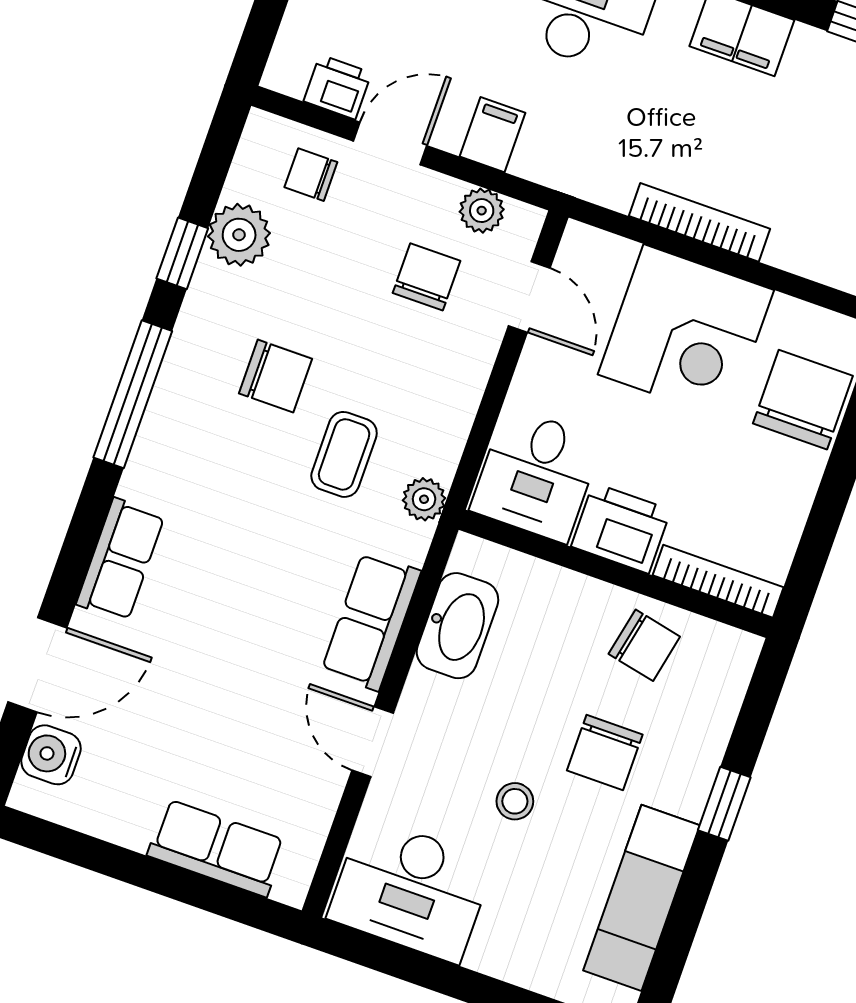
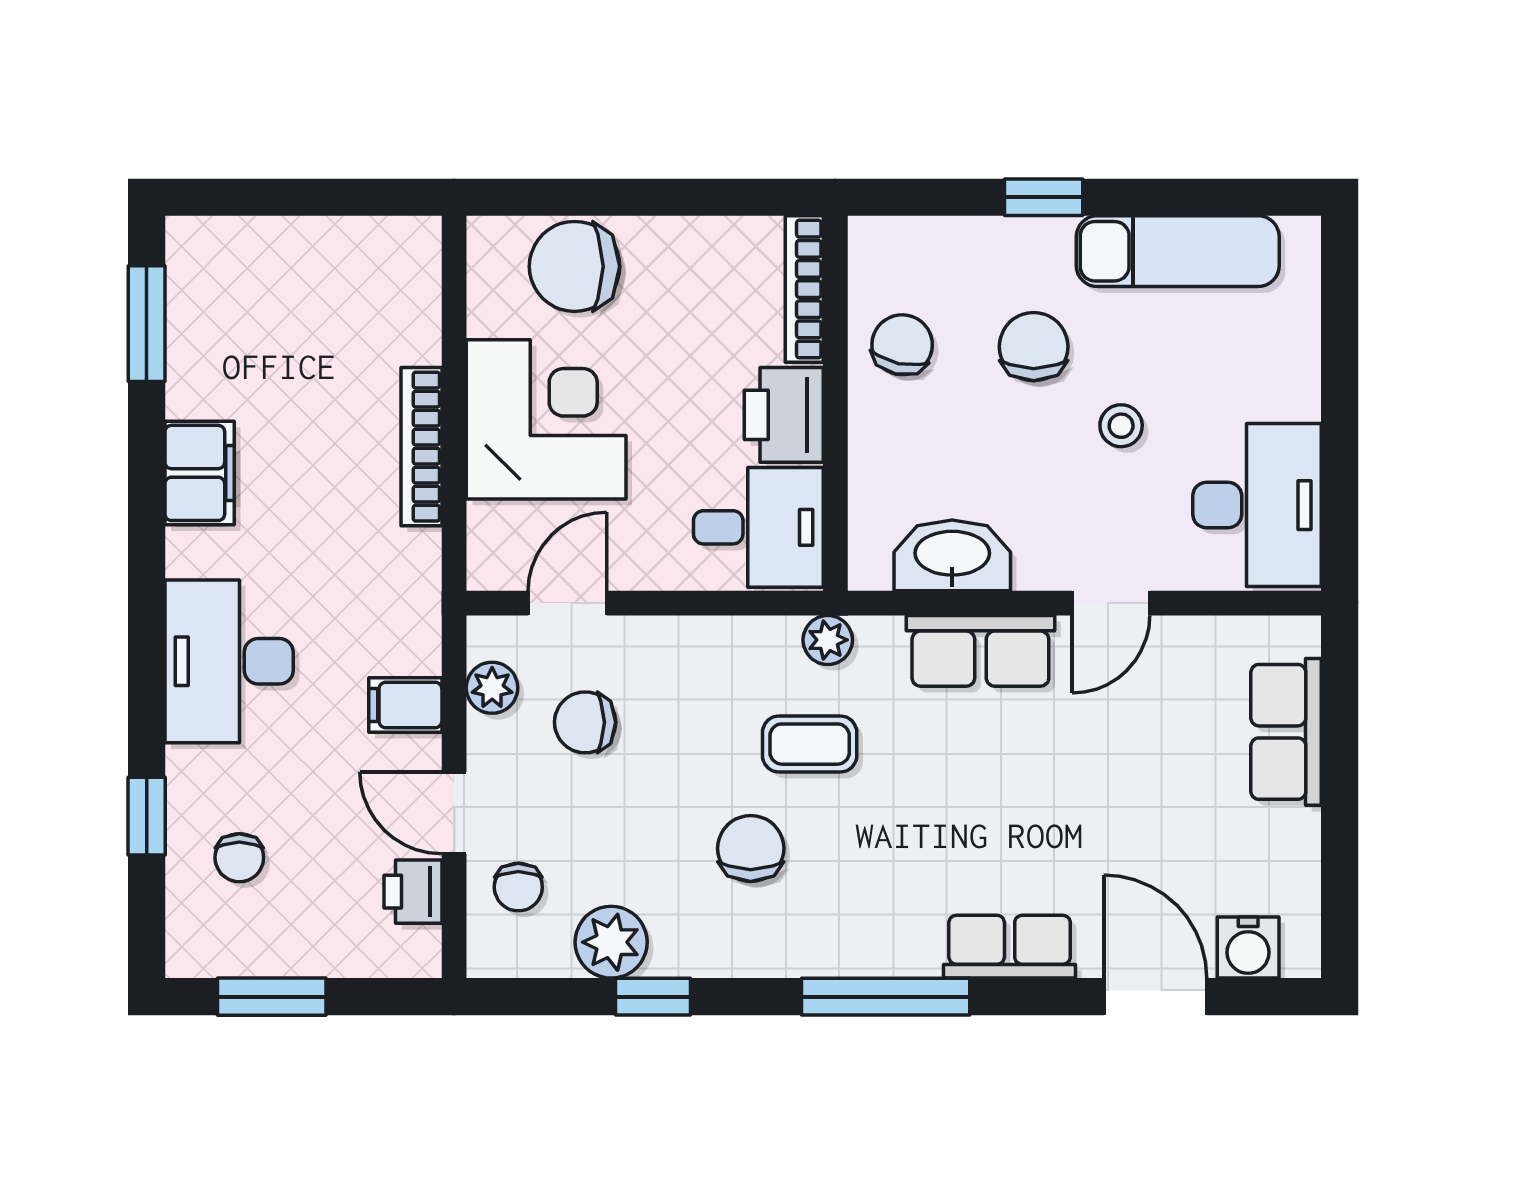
window: (133, 394) -> (886, 997), moved
chair: (605, 752) -> (1034, 347), turned -90

